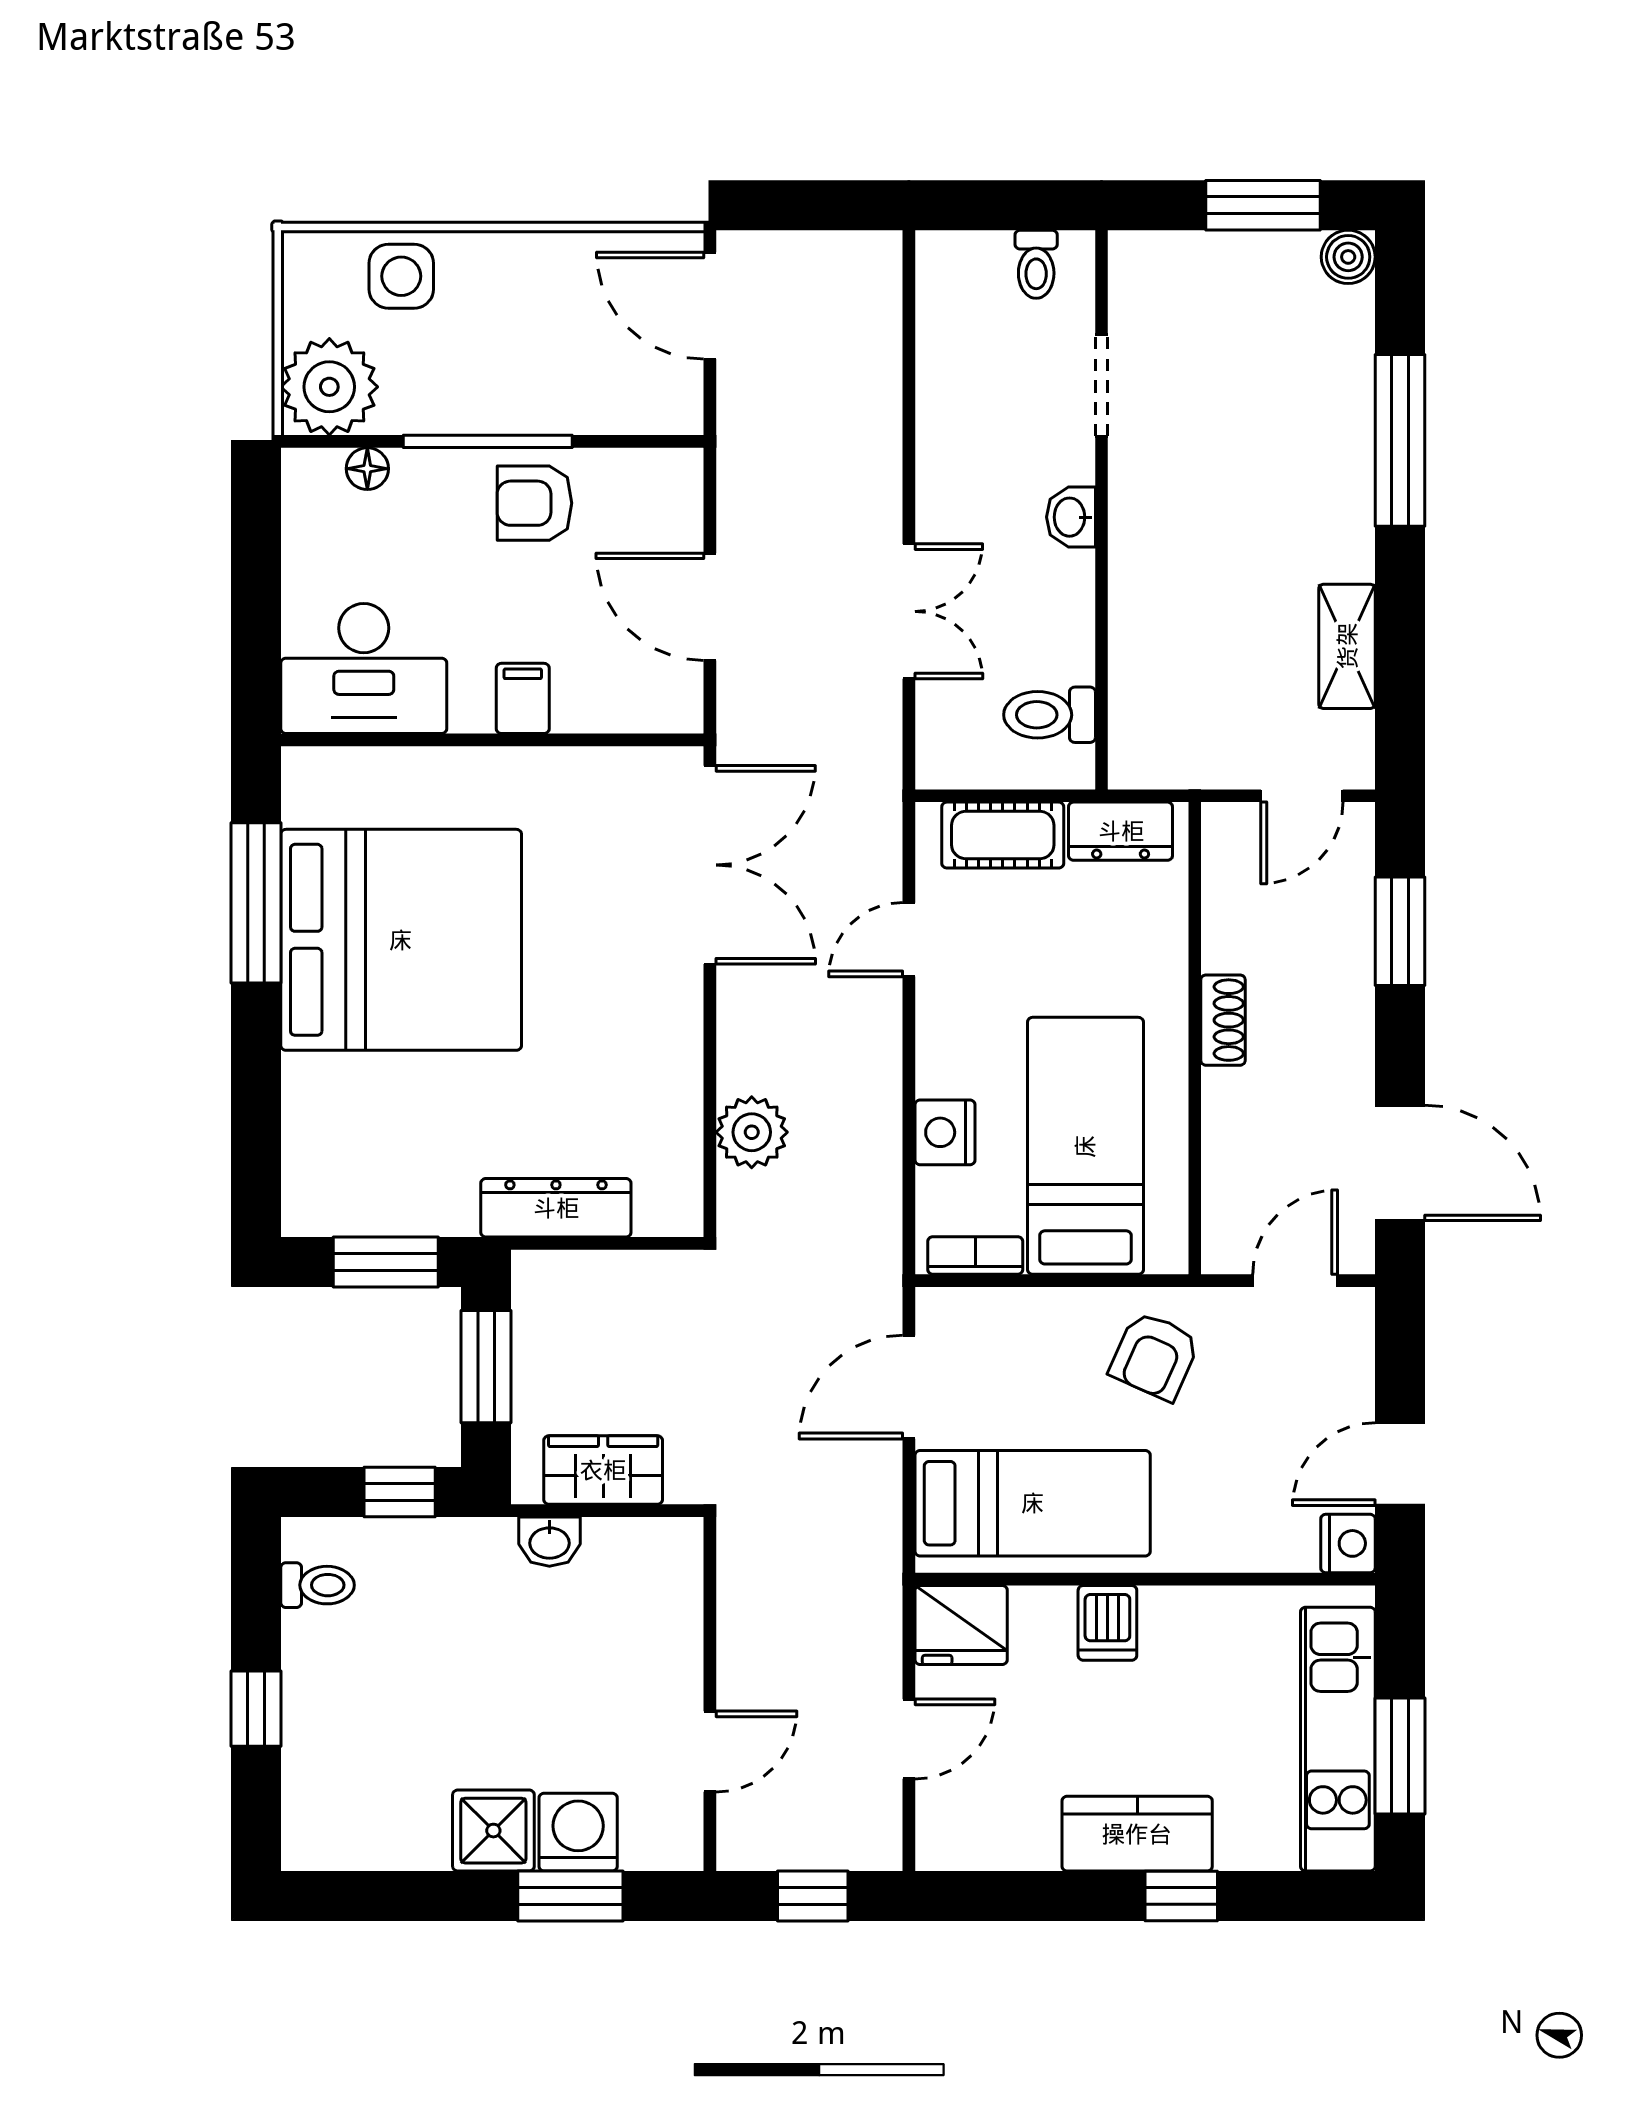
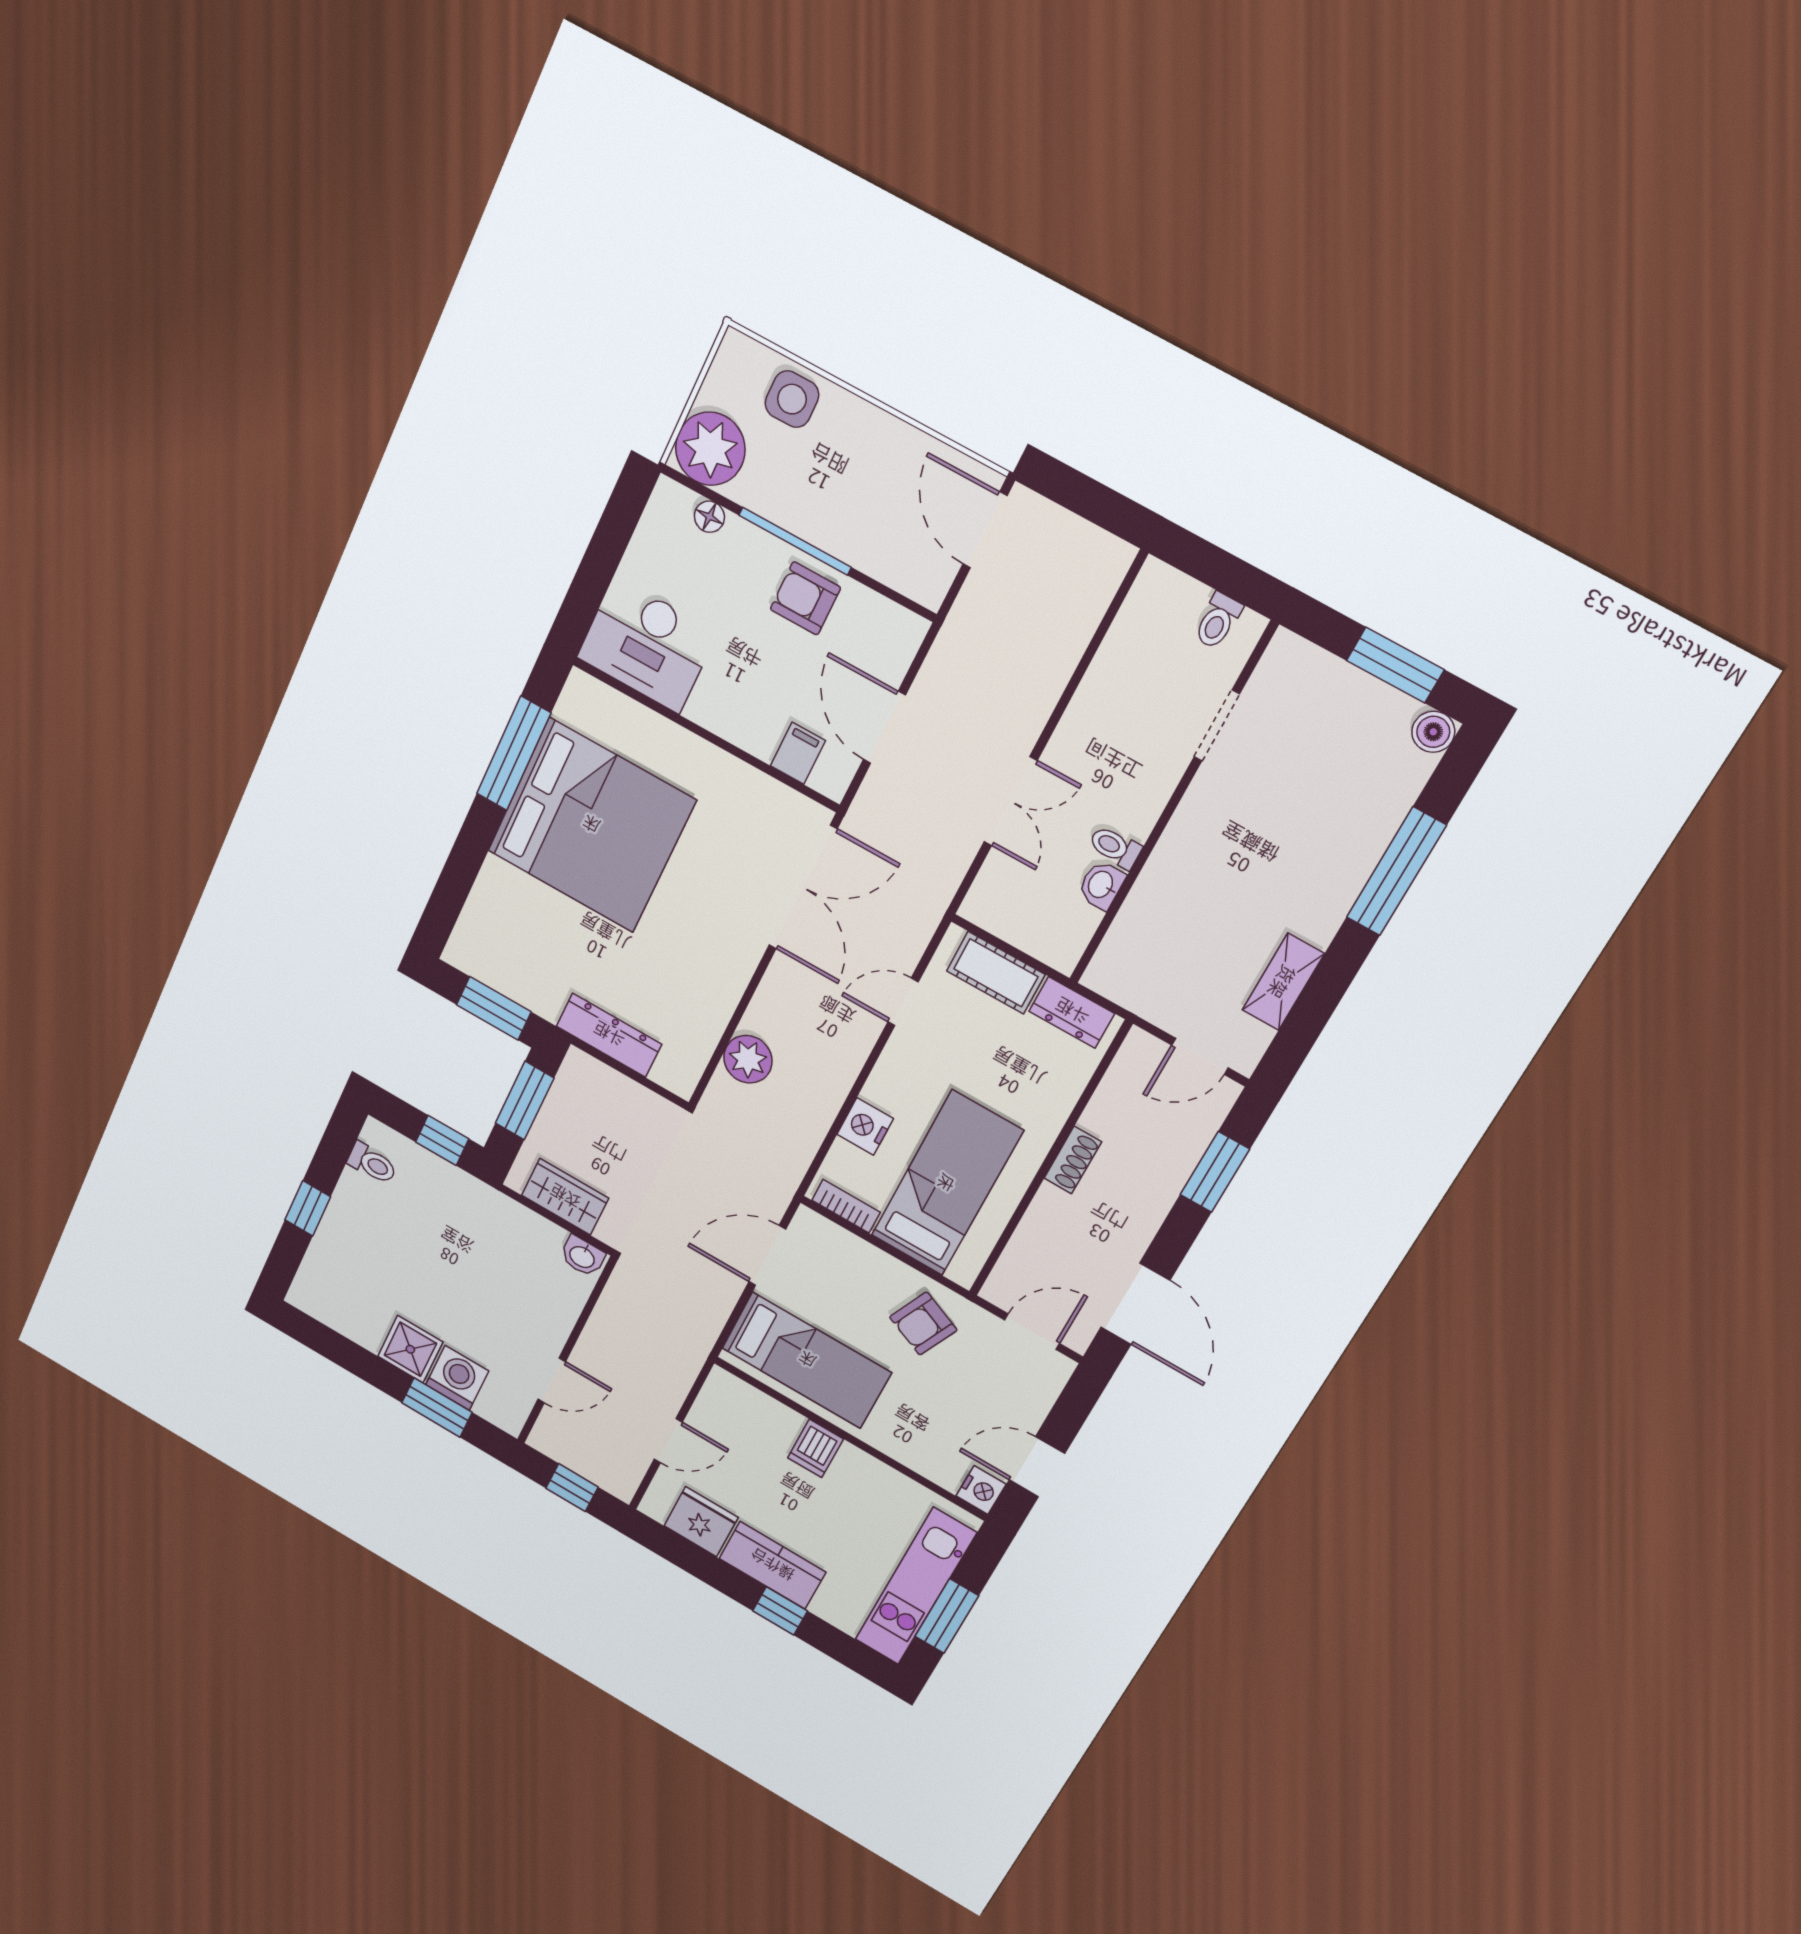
washbasin: (1071, 517) -> (1101, 885), moved
filing cabinet: (523, 698) -> (798, 753), moved
toilet: (1050, 715) -> (1115, 847), moved, width x0.73, depth x0.72
washbasin: (549, 1542) -> (582, 1256), moved
fridge: (961, 1625) -> (701, 1522), moved, turned 180

